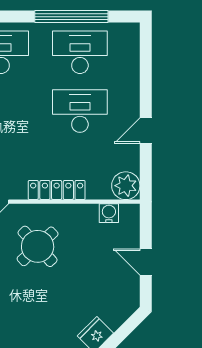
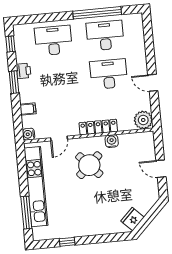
door: (146, 131) -> (153, 83), hinge flipped
water cooler: (109, 213) -> (112, 141), moved

